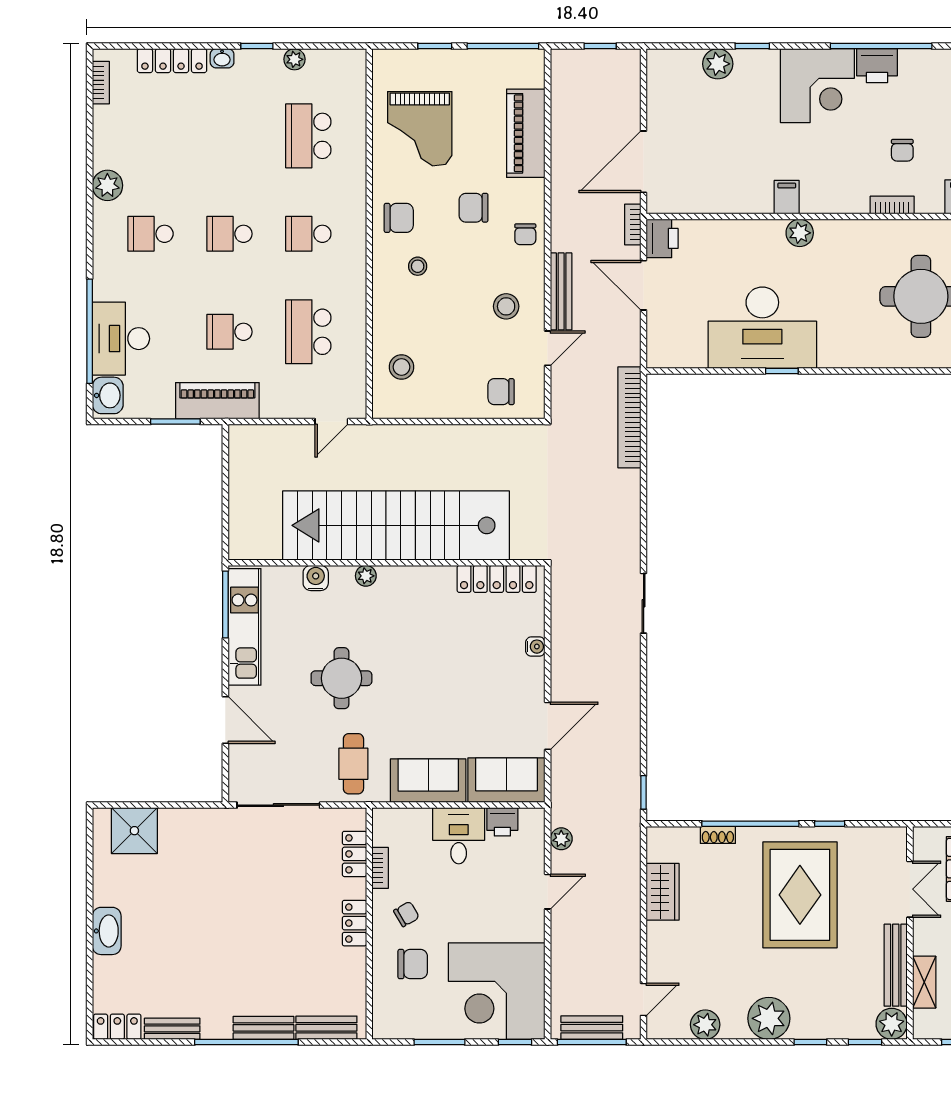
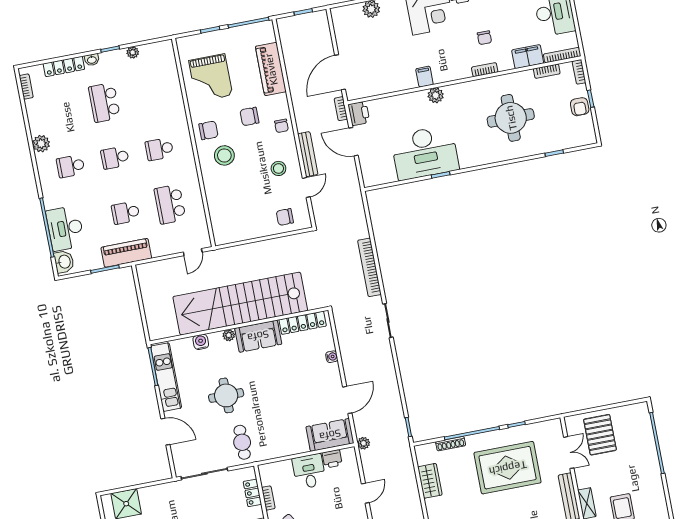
school desk: (308, 136) -> (104, 103), moved
stool: (418, 266) -> (224, 155), width x1.89, depth x1.89
stool: (402, 367) -> (226, 214), removed
bookcase: (629, 417) -> (369, 267), moved
sofa: (428, 781) -> (258, 336), moved, turned 180
shoe rack: (718, 835) -> (451, 444), width x1.43
plant: (561, 839) -> (364, 443), moved
rug: (800, 895) -> (508, 468), turned 90

